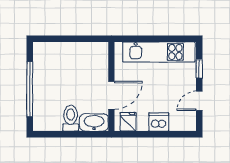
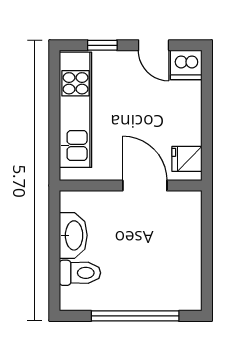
toilet: (71, 118) -> (80, 273), moved, turned 180
washbasin: (94, 122) -> (73, 235), moved, turned 180
dishwasher: (159, 122) -> (186, 65), moved, turned -90

